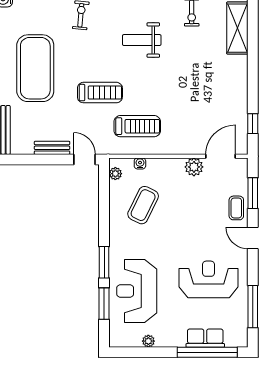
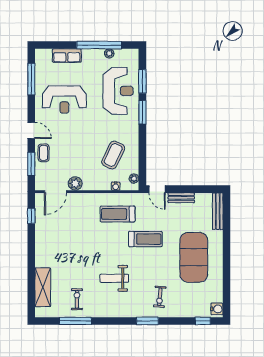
weight bench: (142, 40) -> (114, 278), turned 180
treadmill: (100, 93) -> (145, 239), turned 180
window: (207, 352) -> (99, 45), moved

